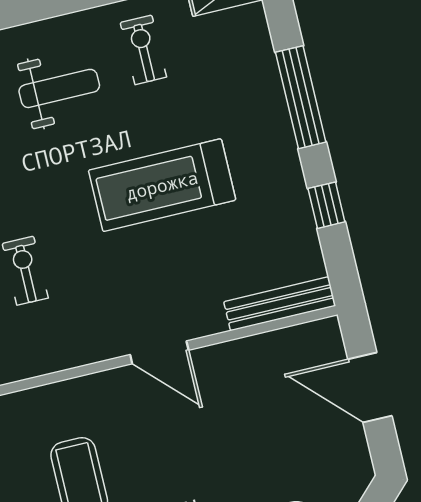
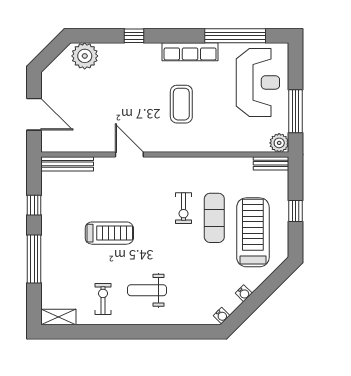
exercise bike: (143, 50) -> (103, 299), turned 180
treadmill: (162, 185) -> (109, 233), width x0.73, depth x0.73

